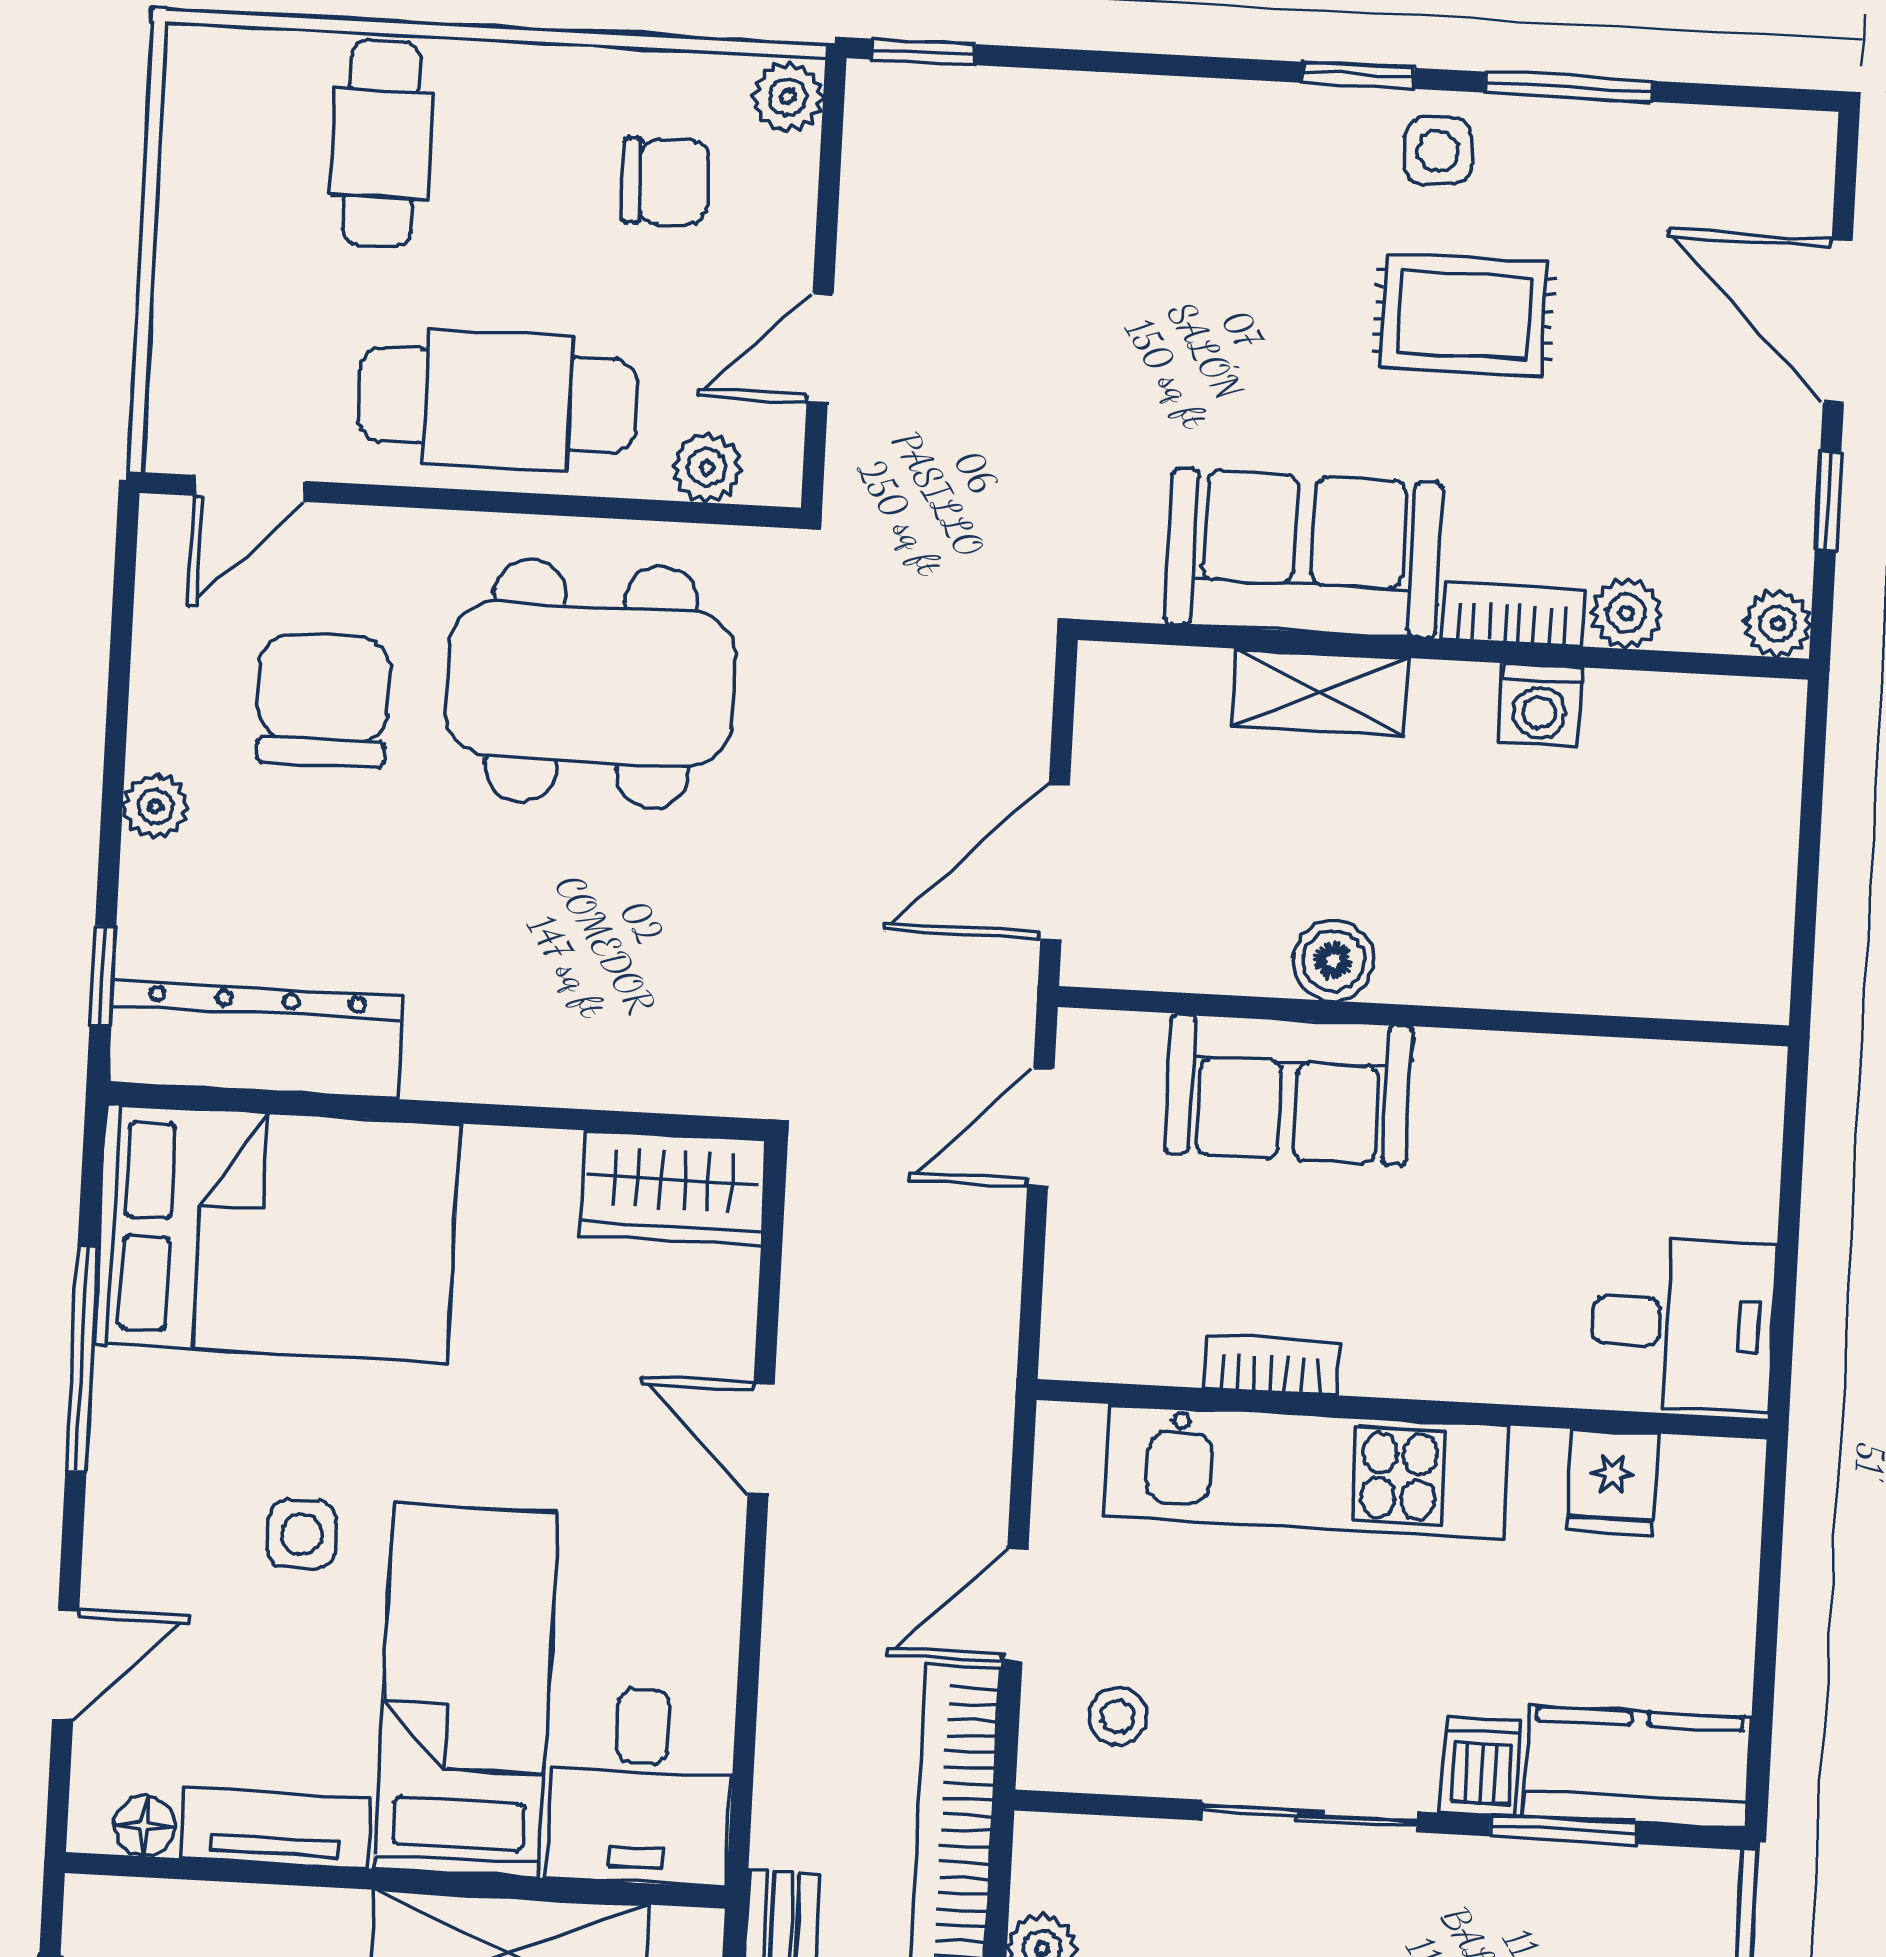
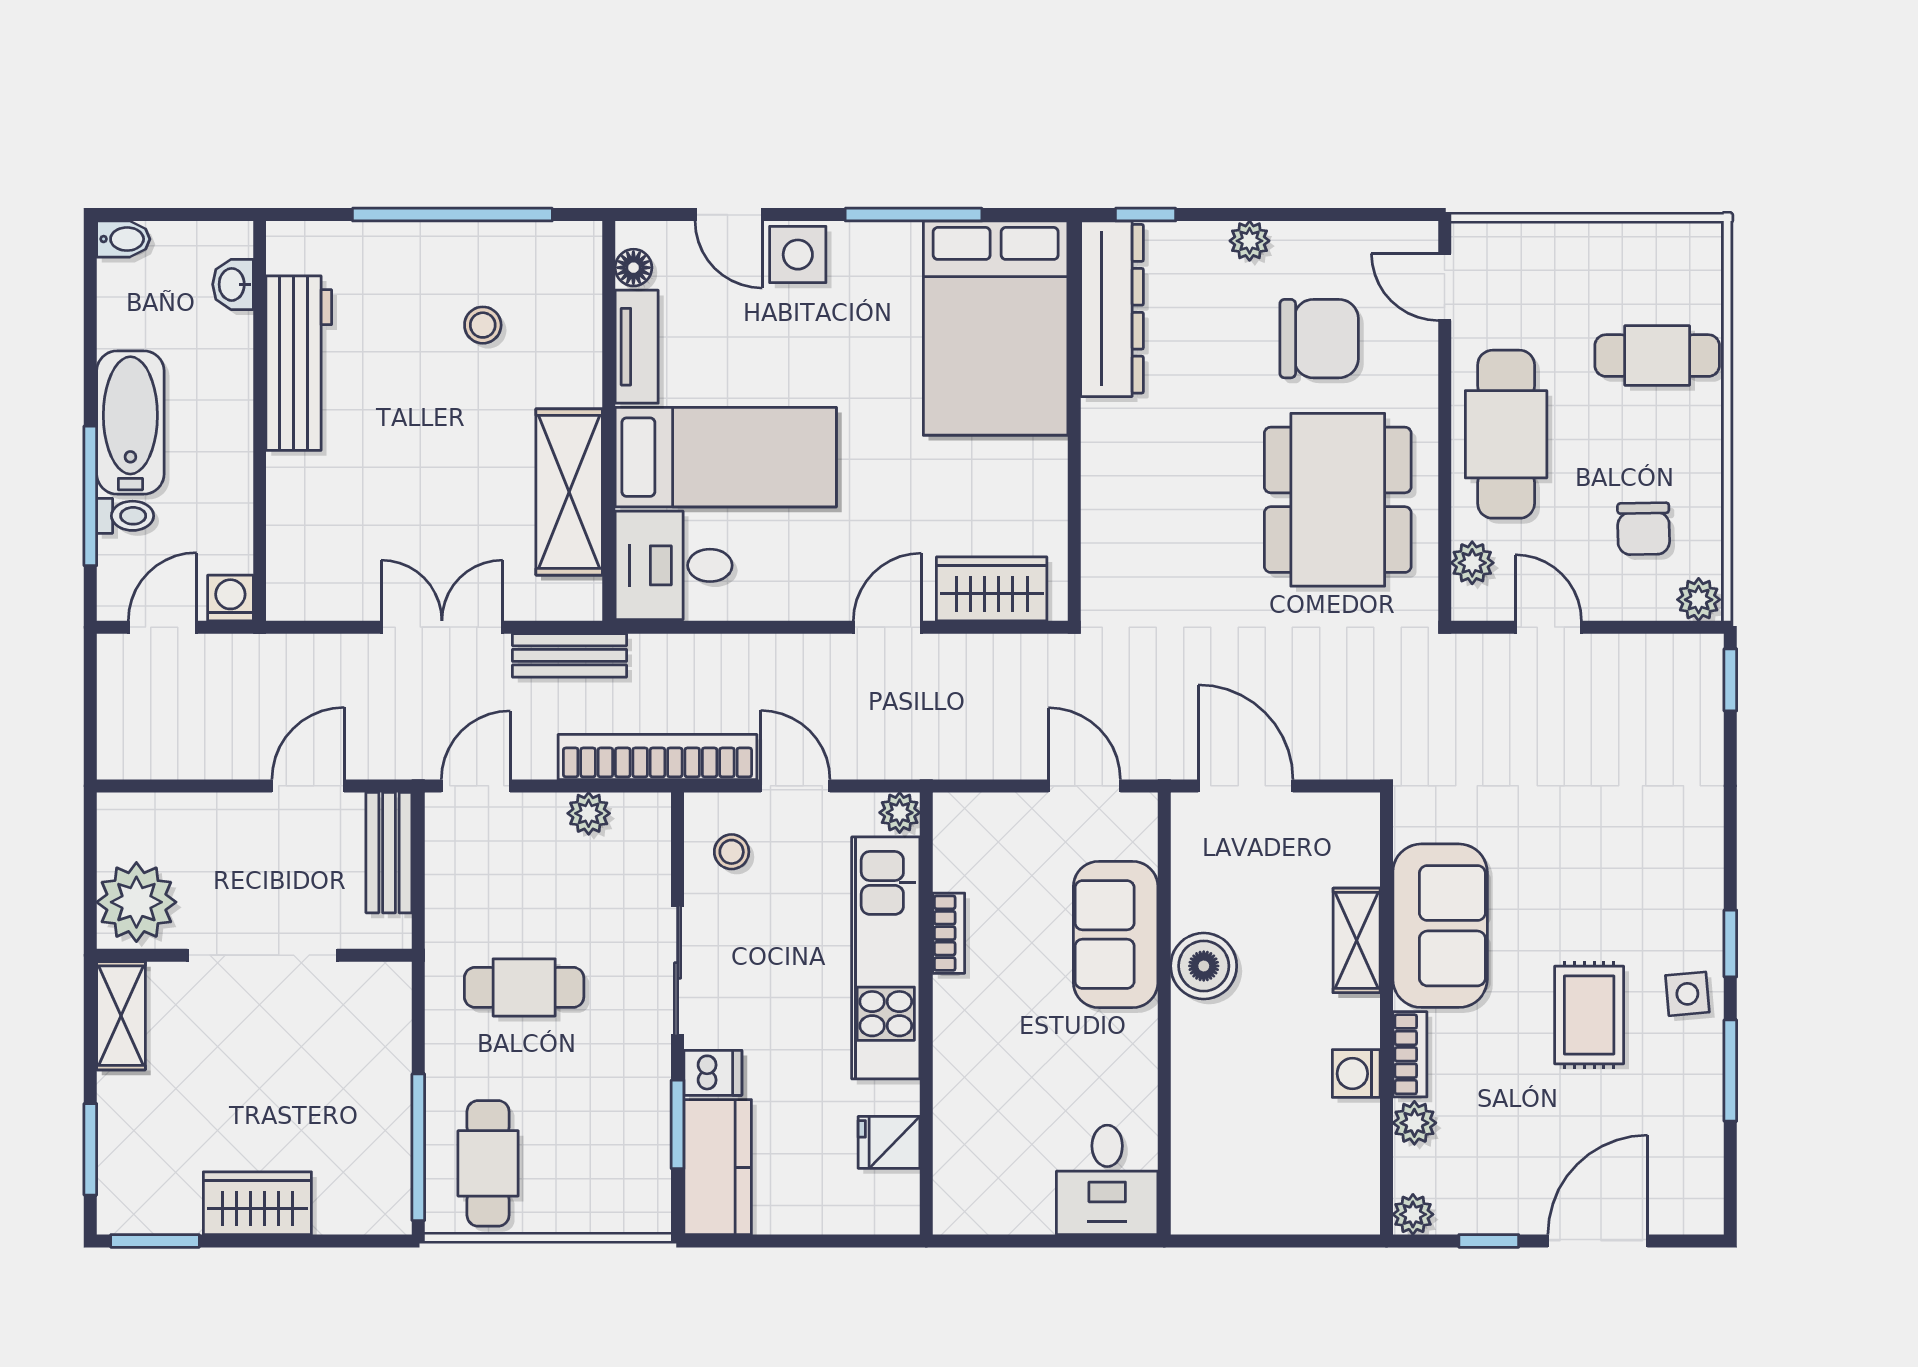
boiler: (1333, 961) -> (1204, 966), width x1.36, depth x1.36
wardrobe: (673, 1188) -> (992, 589), moved, turned 90
desk: (1682, 1324) -> (1107, 1180), moved
plant: (1068, 1435) -> (900, 813), added
side table: (302, 1534) -> (798, 255), moved, width x1.37, depth x1.37

